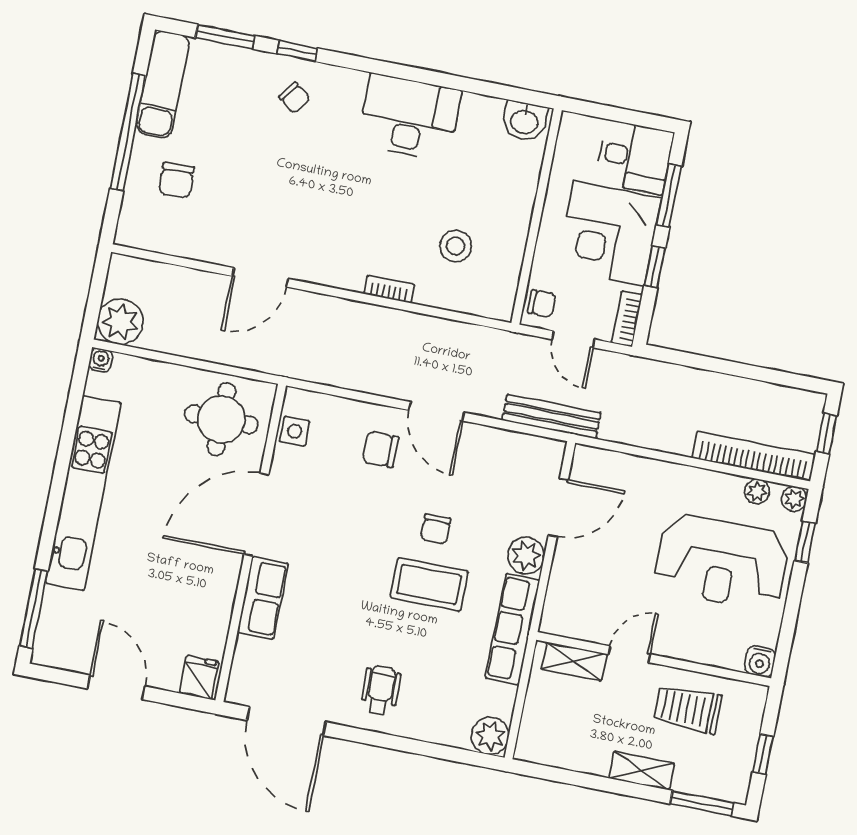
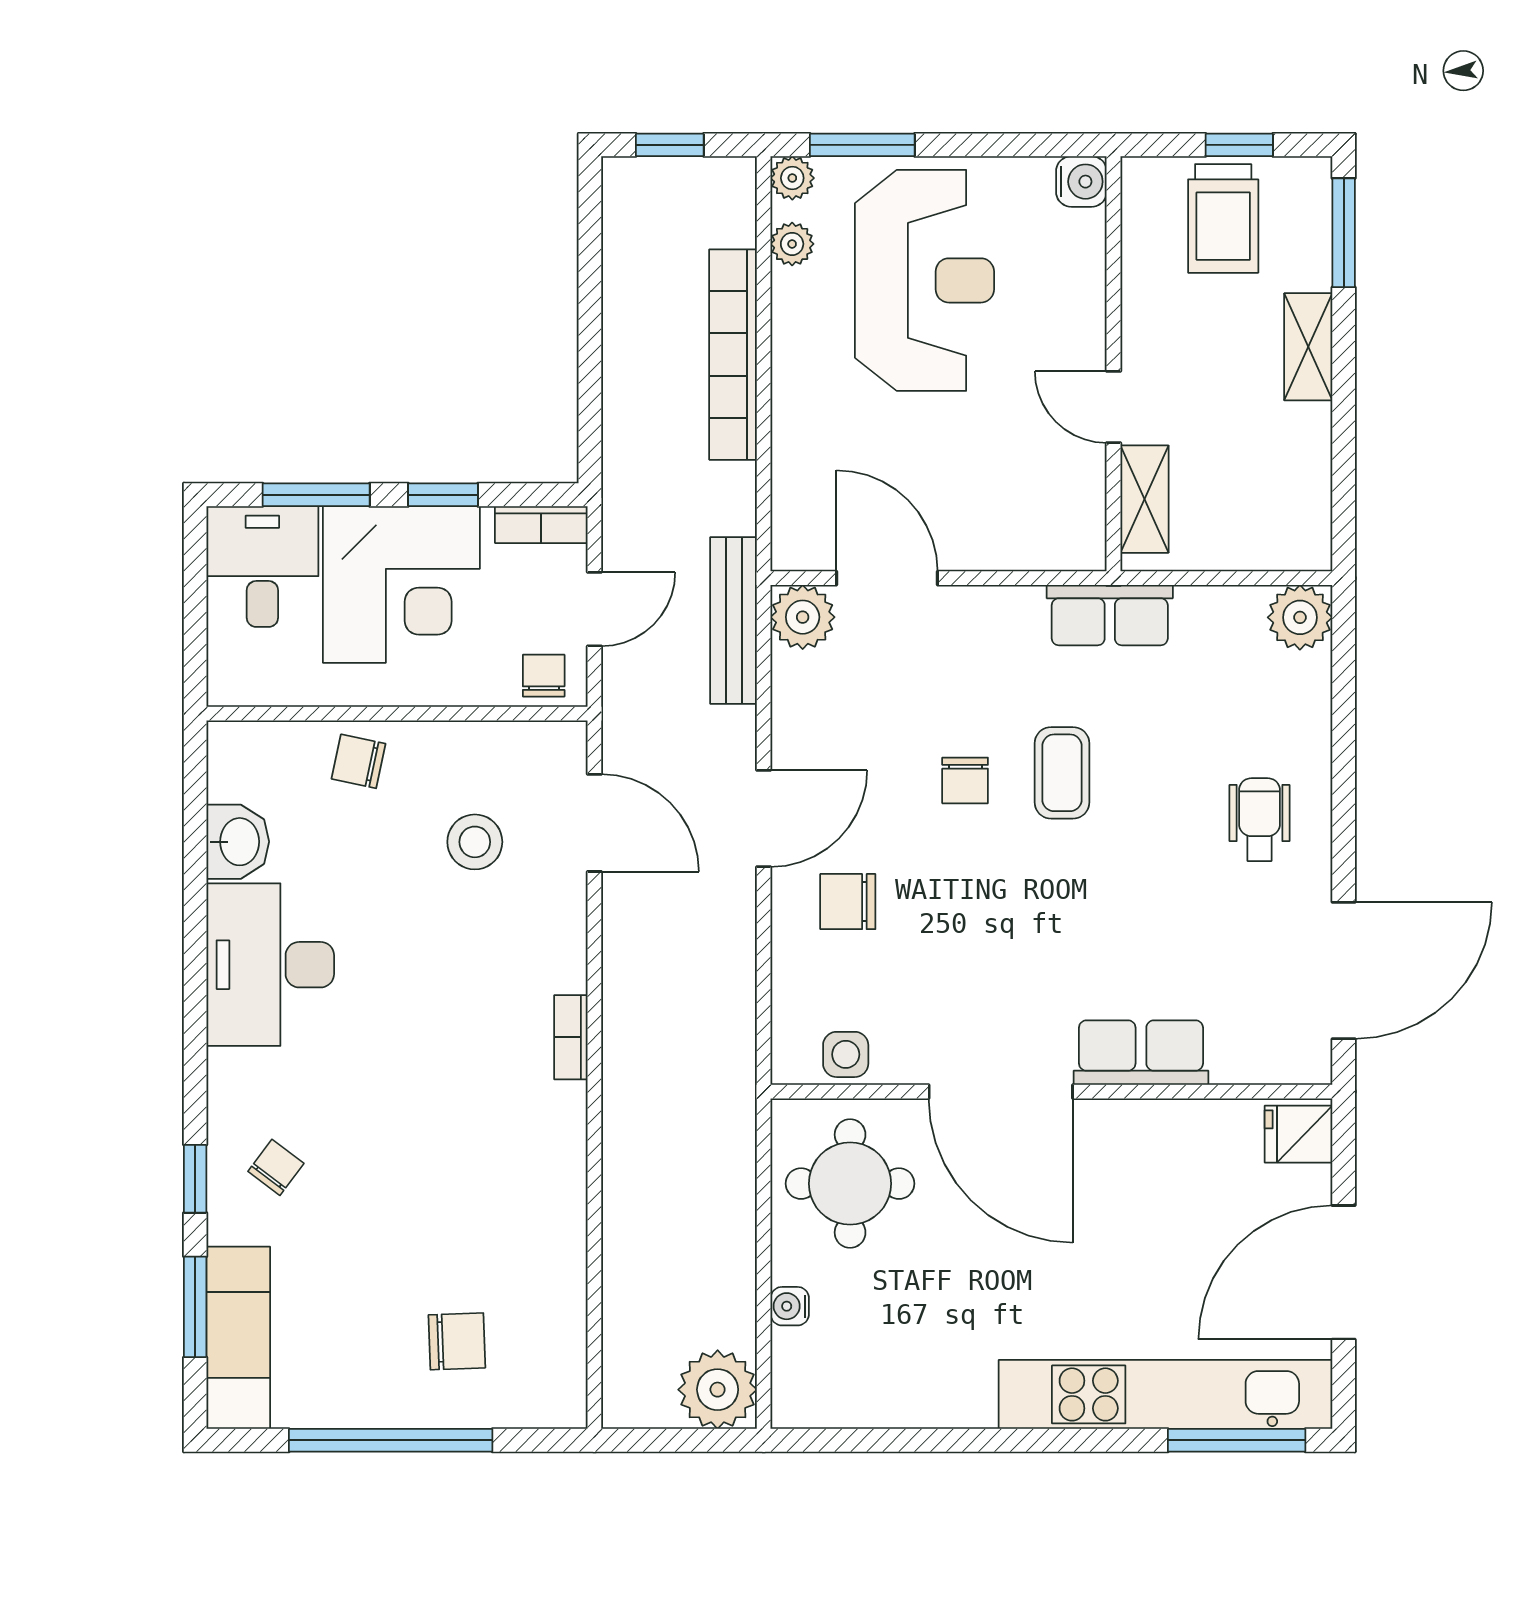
exam couch: (163, 84) -> (238, 1338), moved, turned 90
washbasin: (524, 121) -> (238, 842), moved
chair: (514, 190) -> (359, 761), added
door: (260, 277) -> (594, 823), moved
bookcase: (389, 289) -> (571, 1037), moved
water cooler: (101, 360) -> (790, 1306), moved
chair: (380, 449) -> (848, 902), turned 90
bookcase: (754, 456) -> (733, 355), moved
kitchen unit: (83, 493) -> (1165, 1394), moved
chair: (436, 529) -> (965, 780), turned 90
window: (805, 542) -> (862, 145), width x1.50
plant: (526, 556) -> (803, 617), moved
coffee table: (429, 584) -> (1062, 773), width x0.73, depth x0.77
row of seats: (513, 629) -> (1110, 615), width x0.68
door: (116, 687) -> (1344, 1272), width x1.36
wheelchair: (381, 690) -> (1259, 820), turned 91
trolley: (688, 709) -> (1223, 218), moved

